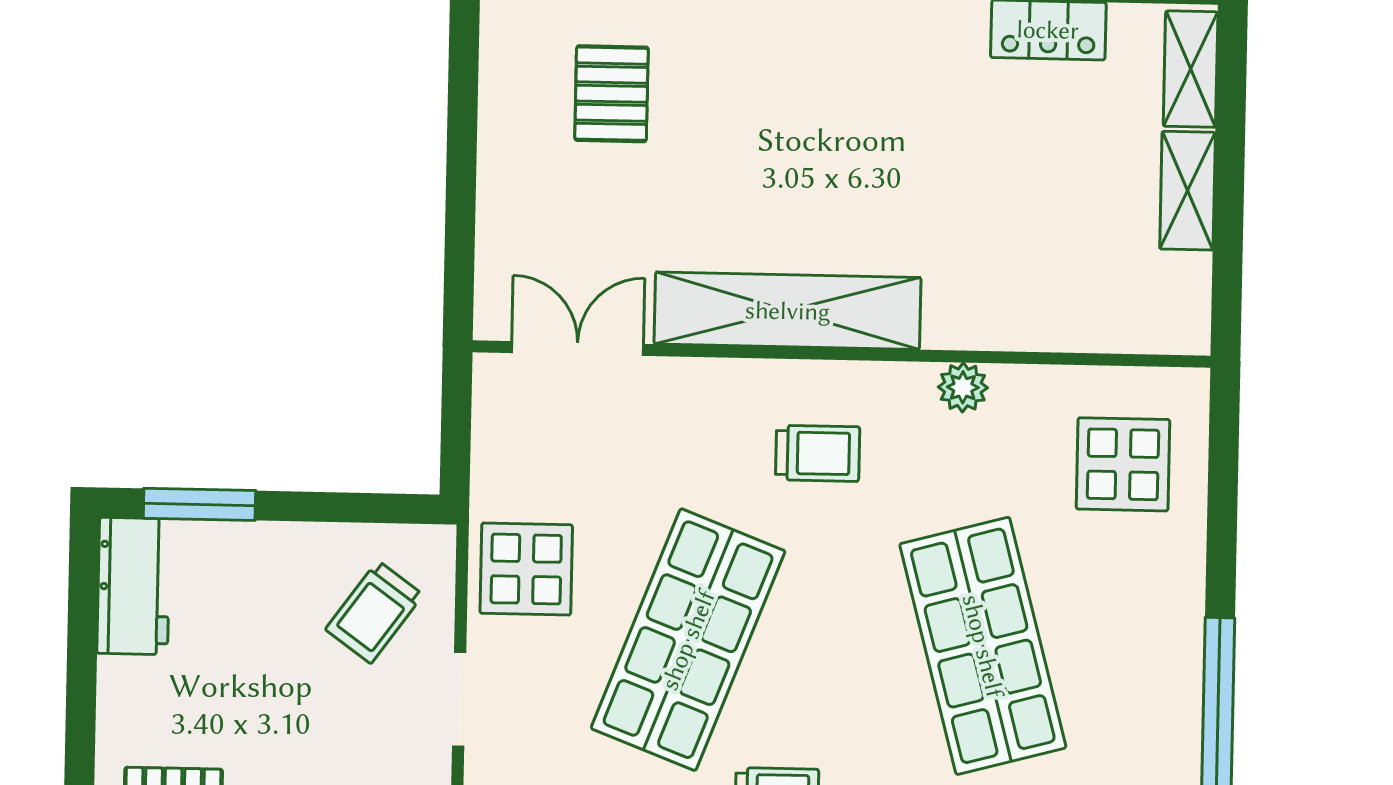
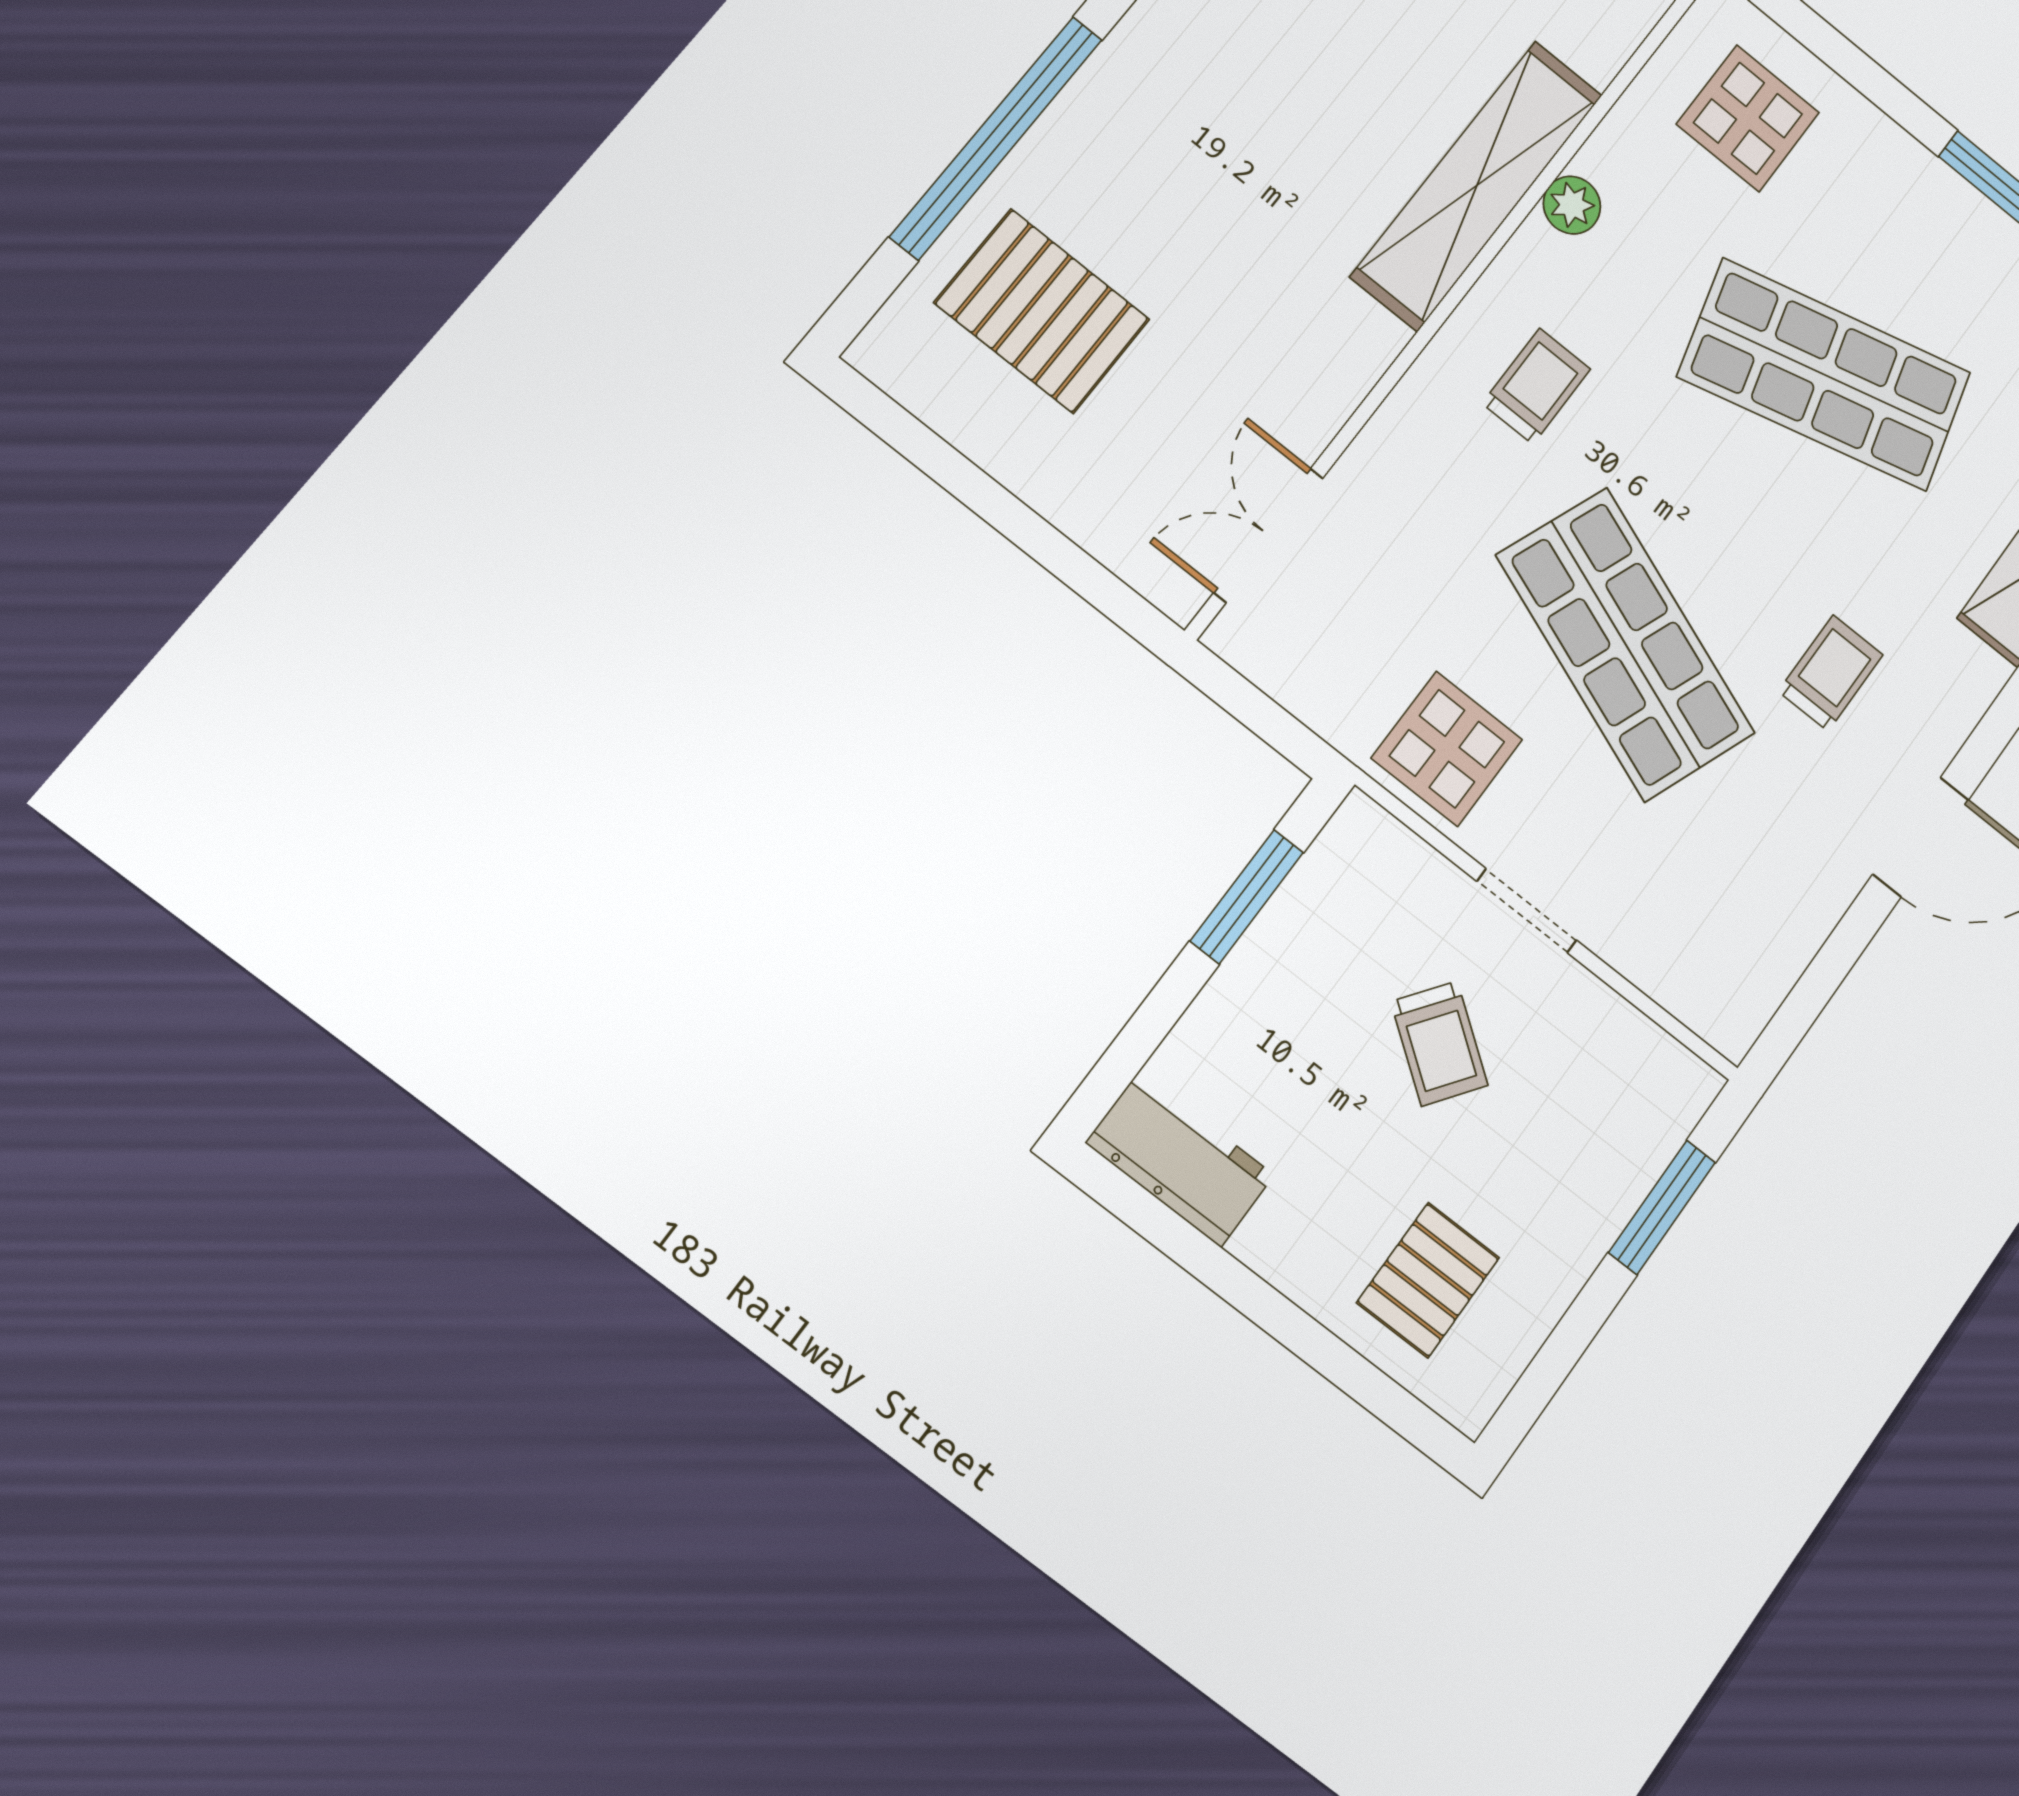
pallet: (611, 94) -> (1042, 311), width x1.50, depth x1.42
shelving: (788, 311) -> (1477, 185), moved
window: (199, 504) -> (1247, 897), moved
trolley: (374, 612) -> (1439, 1044), moved

